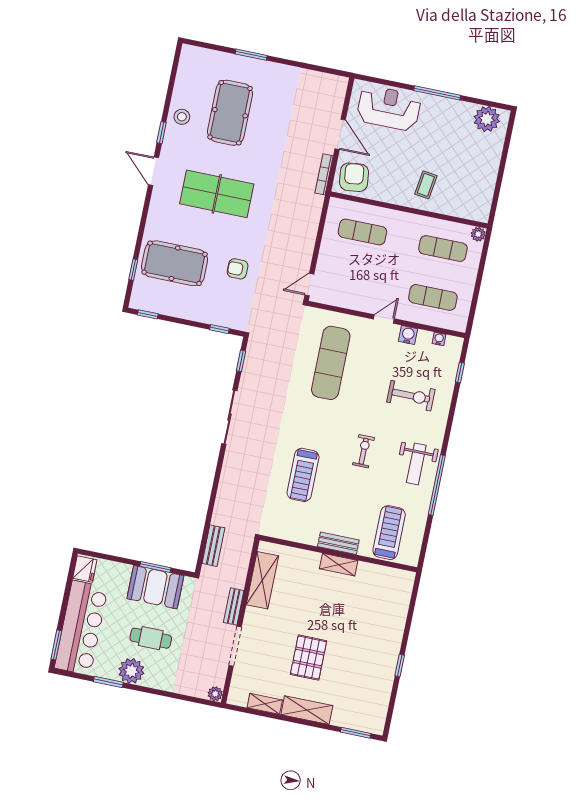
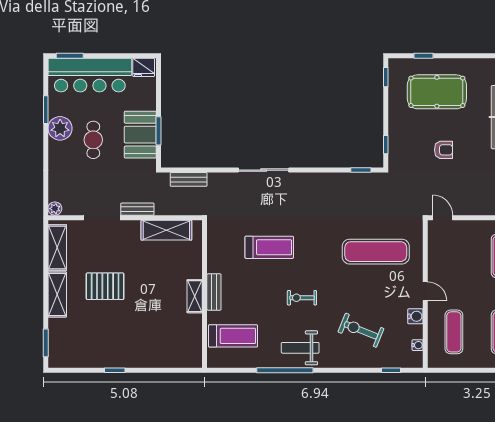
pool table: (175, 263) -> (437, 92), turned 90
armchair: (238, 269) -> (443, 150), turned 90
exercise bike: (411, 396) -> (361, 330), turned 112
sliding door: (229, 417) -> (264, 170), moved
exercise bike: (364, 451) -> (302, 298), turned 180
treadmill: (303, 475) -> (269, 247), turned 180
shelving: (265, 704) -> (57, 248), width x1.50, depth x1.33

